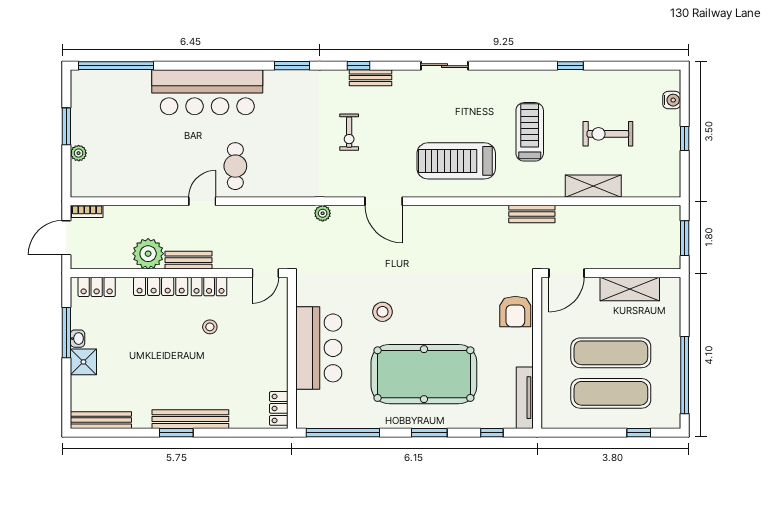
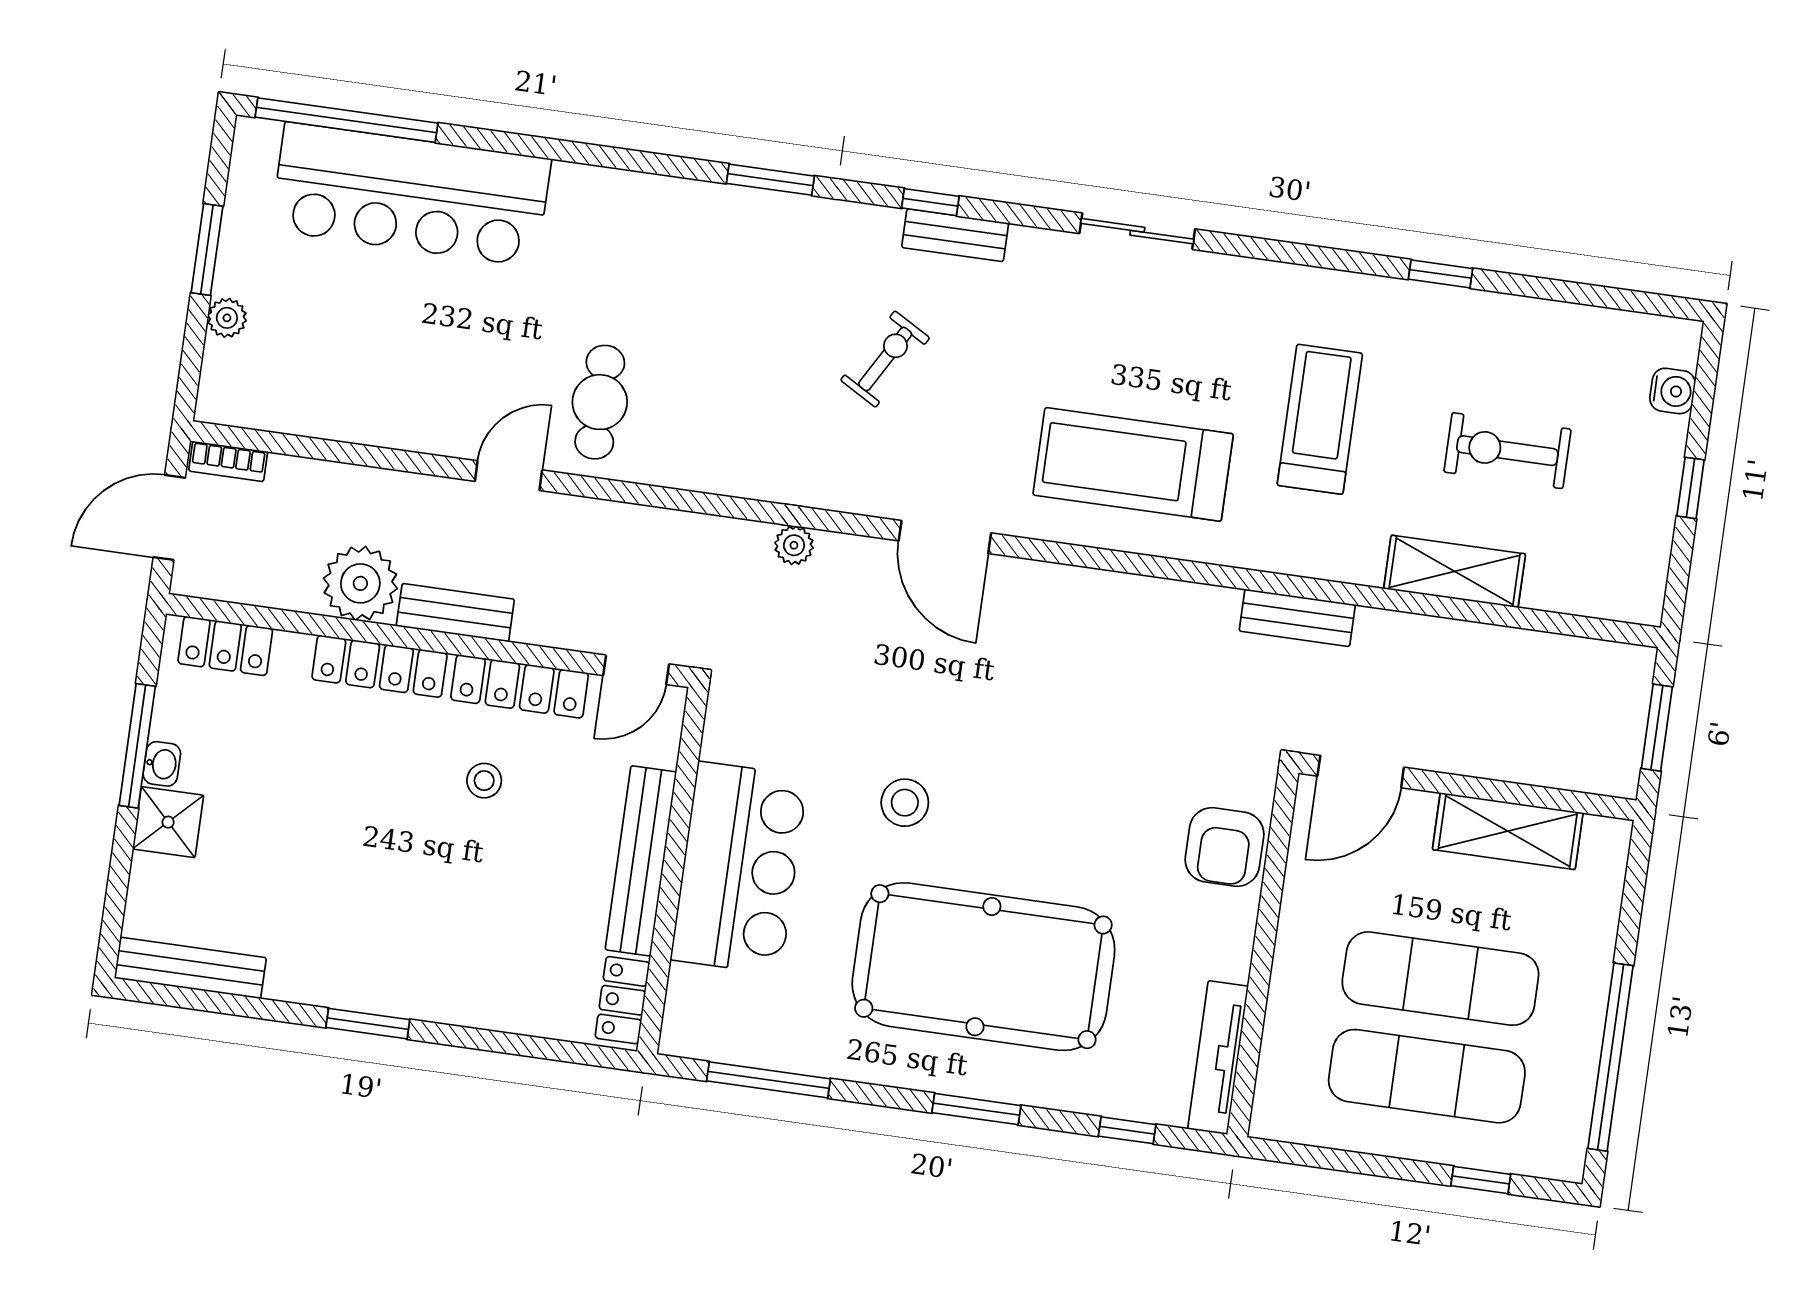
bar counter: (207, 92) -> (411, 194), moved
exercise bike: (349, 132) -> (885, 359), turned -150
locker: (209, 286) -> (520, 686), width x1.53
bench: (190, 419) -> (641, 861), moved, turned 90
window: (343, 433) -> (768, 1080), width x0.68

